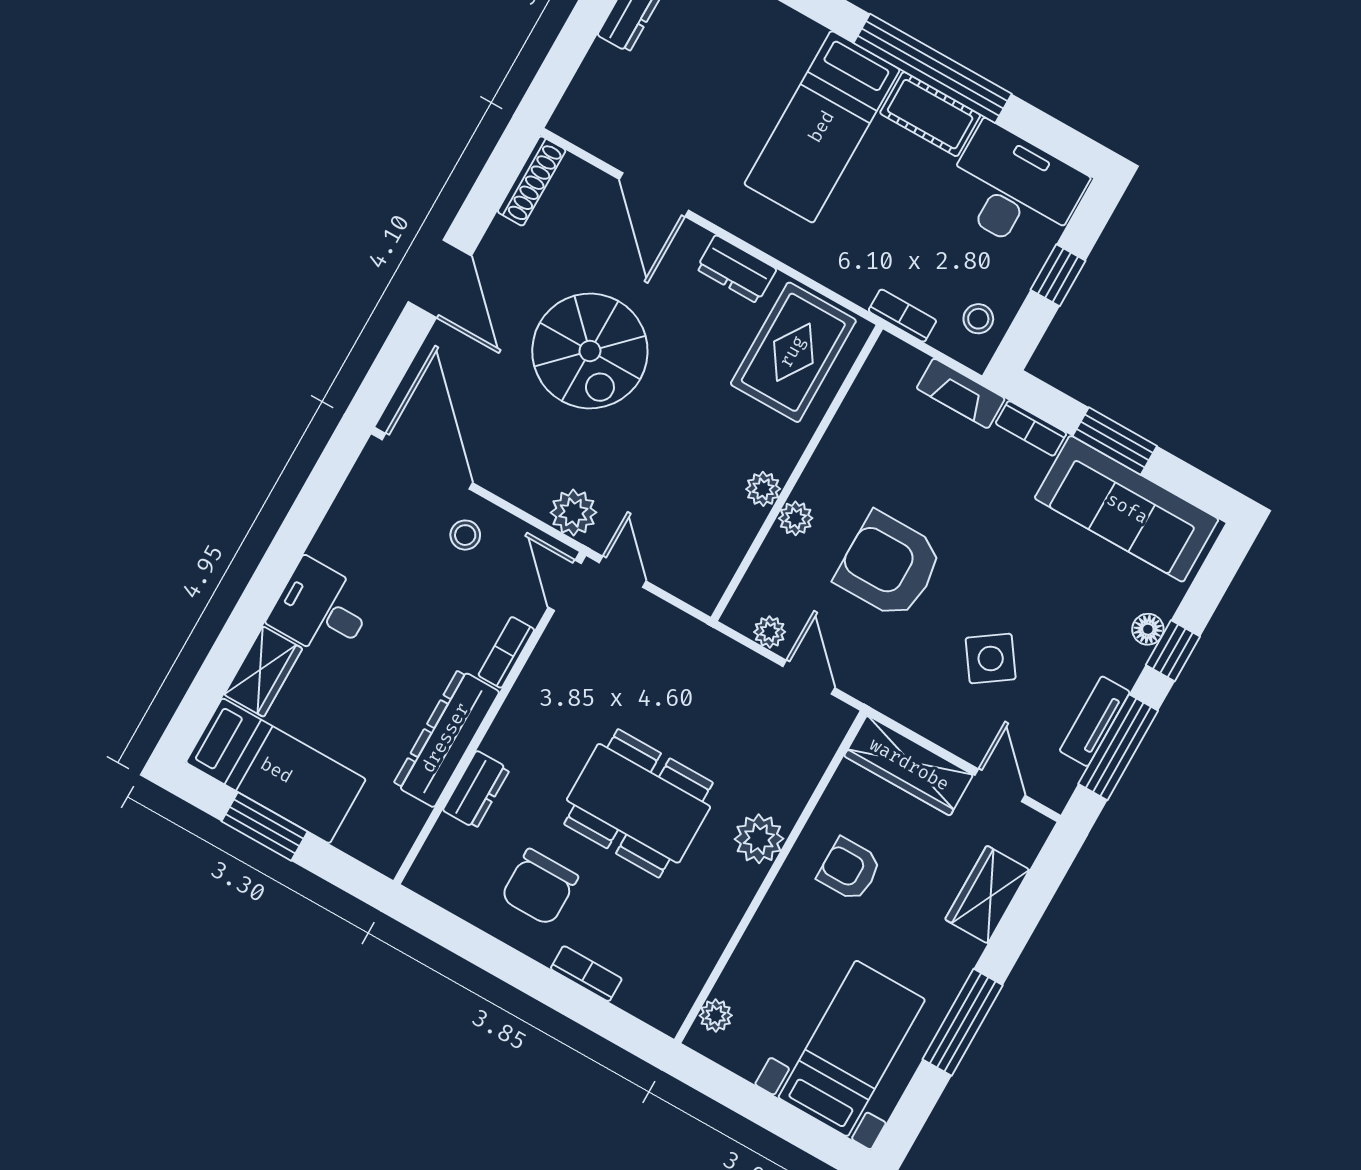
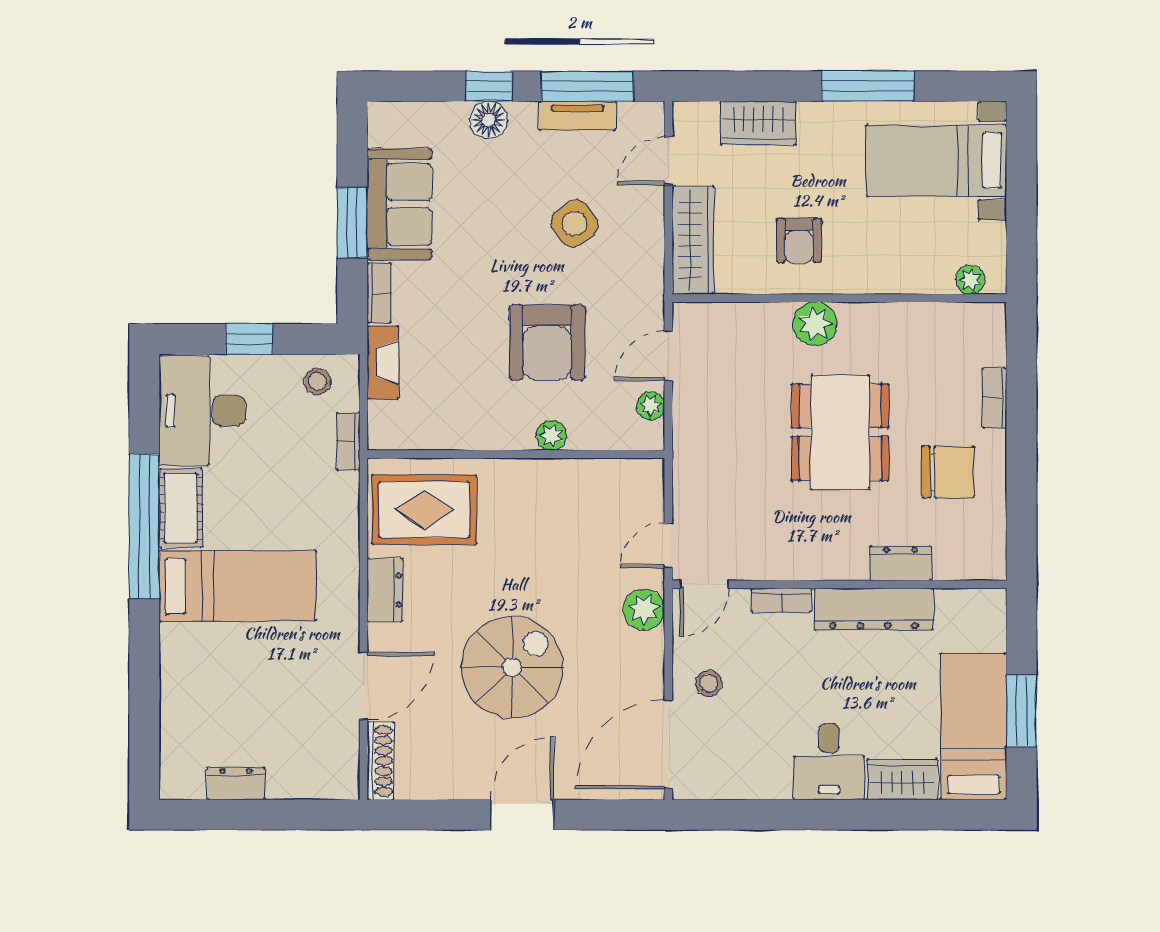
shoe rack: (532, 181) -> (380, 761), moved, turned 90
plant: (763, 489) -> (543, 473), removed
sofa: (1127, 509) -> (400, 204), width x0.73
floor lamp: (1148, 629) -> (488, 120), width x1.37, depth x1.37

